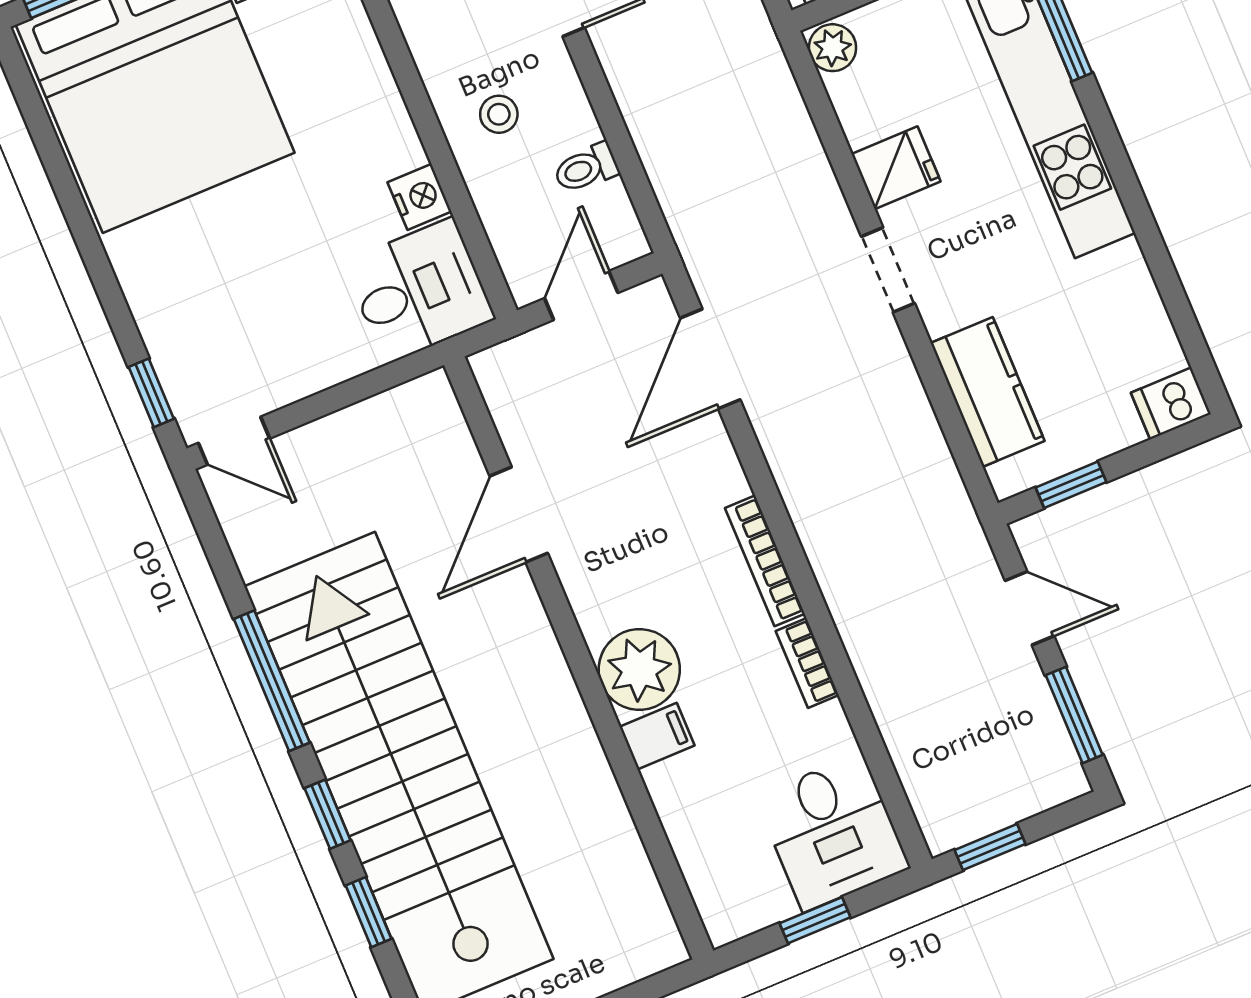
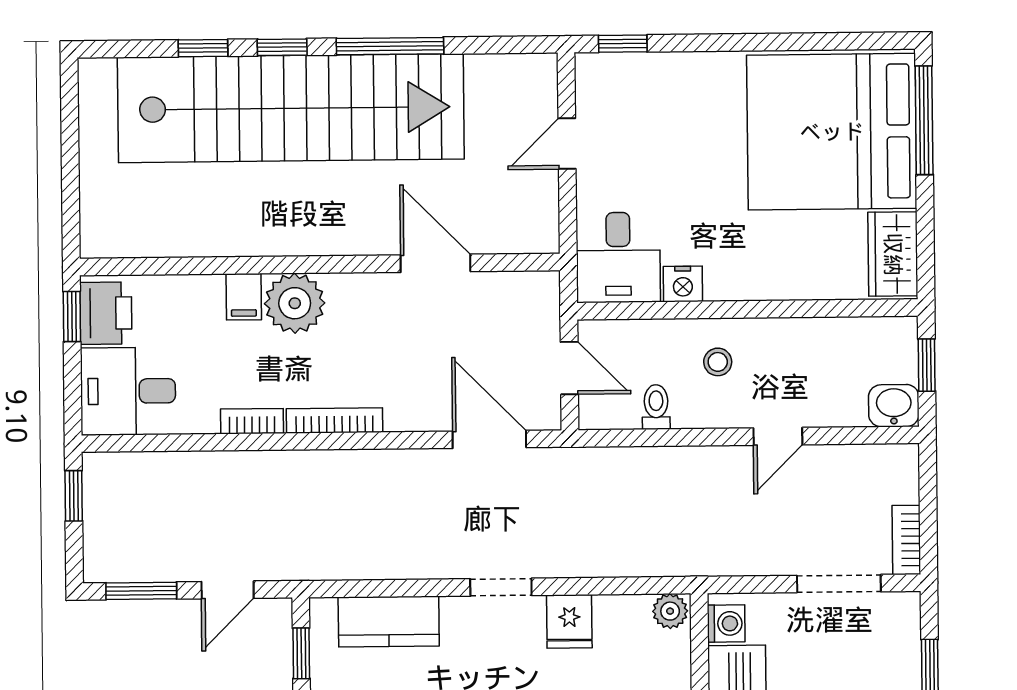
door: (234, 441) -> (567, 144), moved
printer: (747, 899) -> (106, 313), added
window: (815, 920) -> (72, 317), moved

